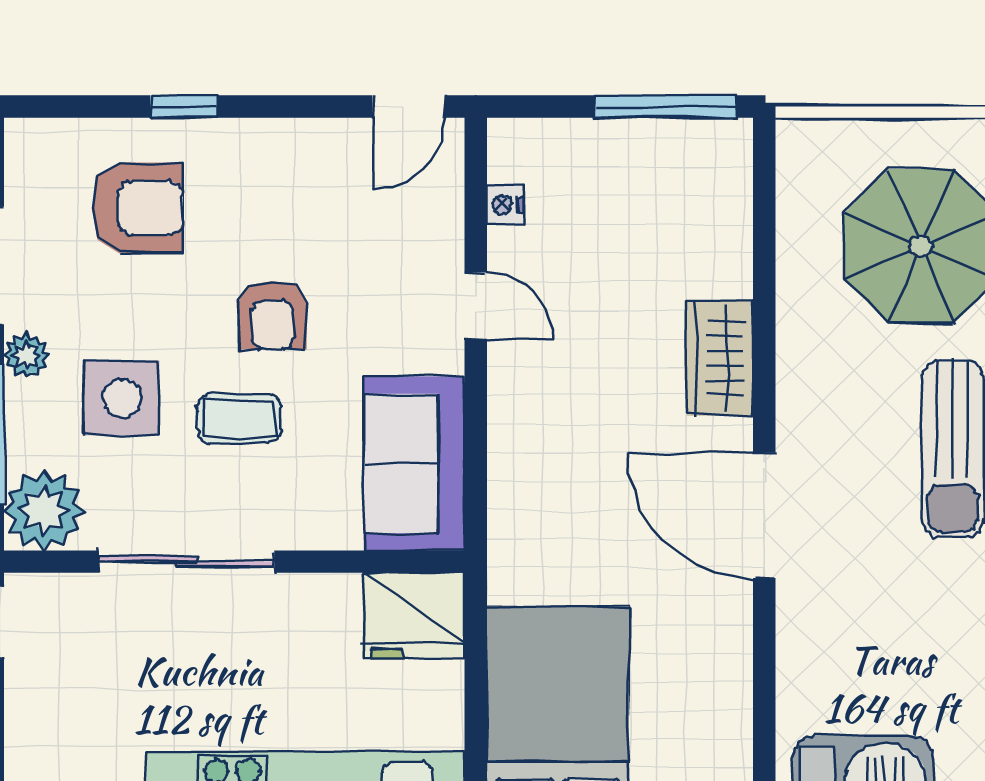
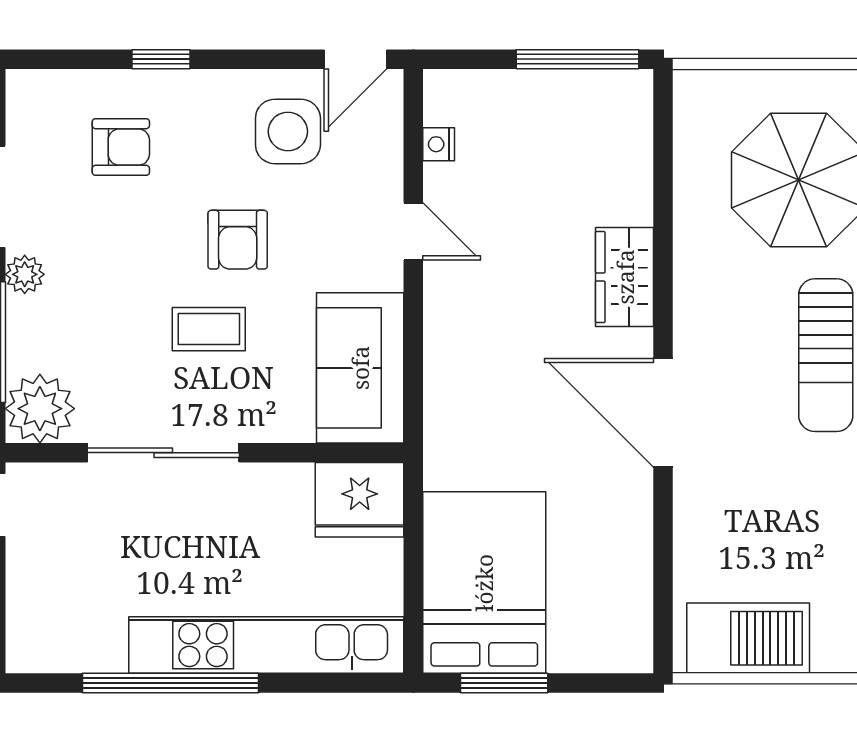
armchair: (137, 208) -> (121, 147), width x0.72, depth x0.72
side table: (122, 398) -> (288, 131), moved

